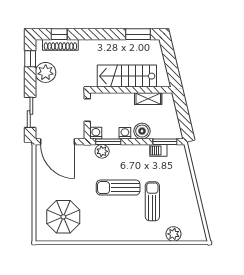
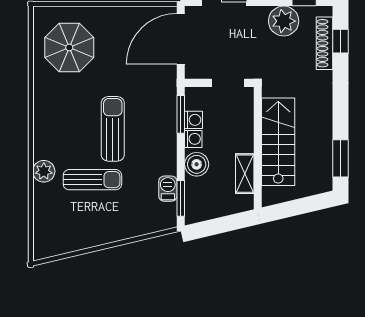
washing machine: (96, 133) -> (194, 120), moved
plant: (102, 151) -> (166, 105), removed
plant: (173, 234) -> (44, 171), moved

